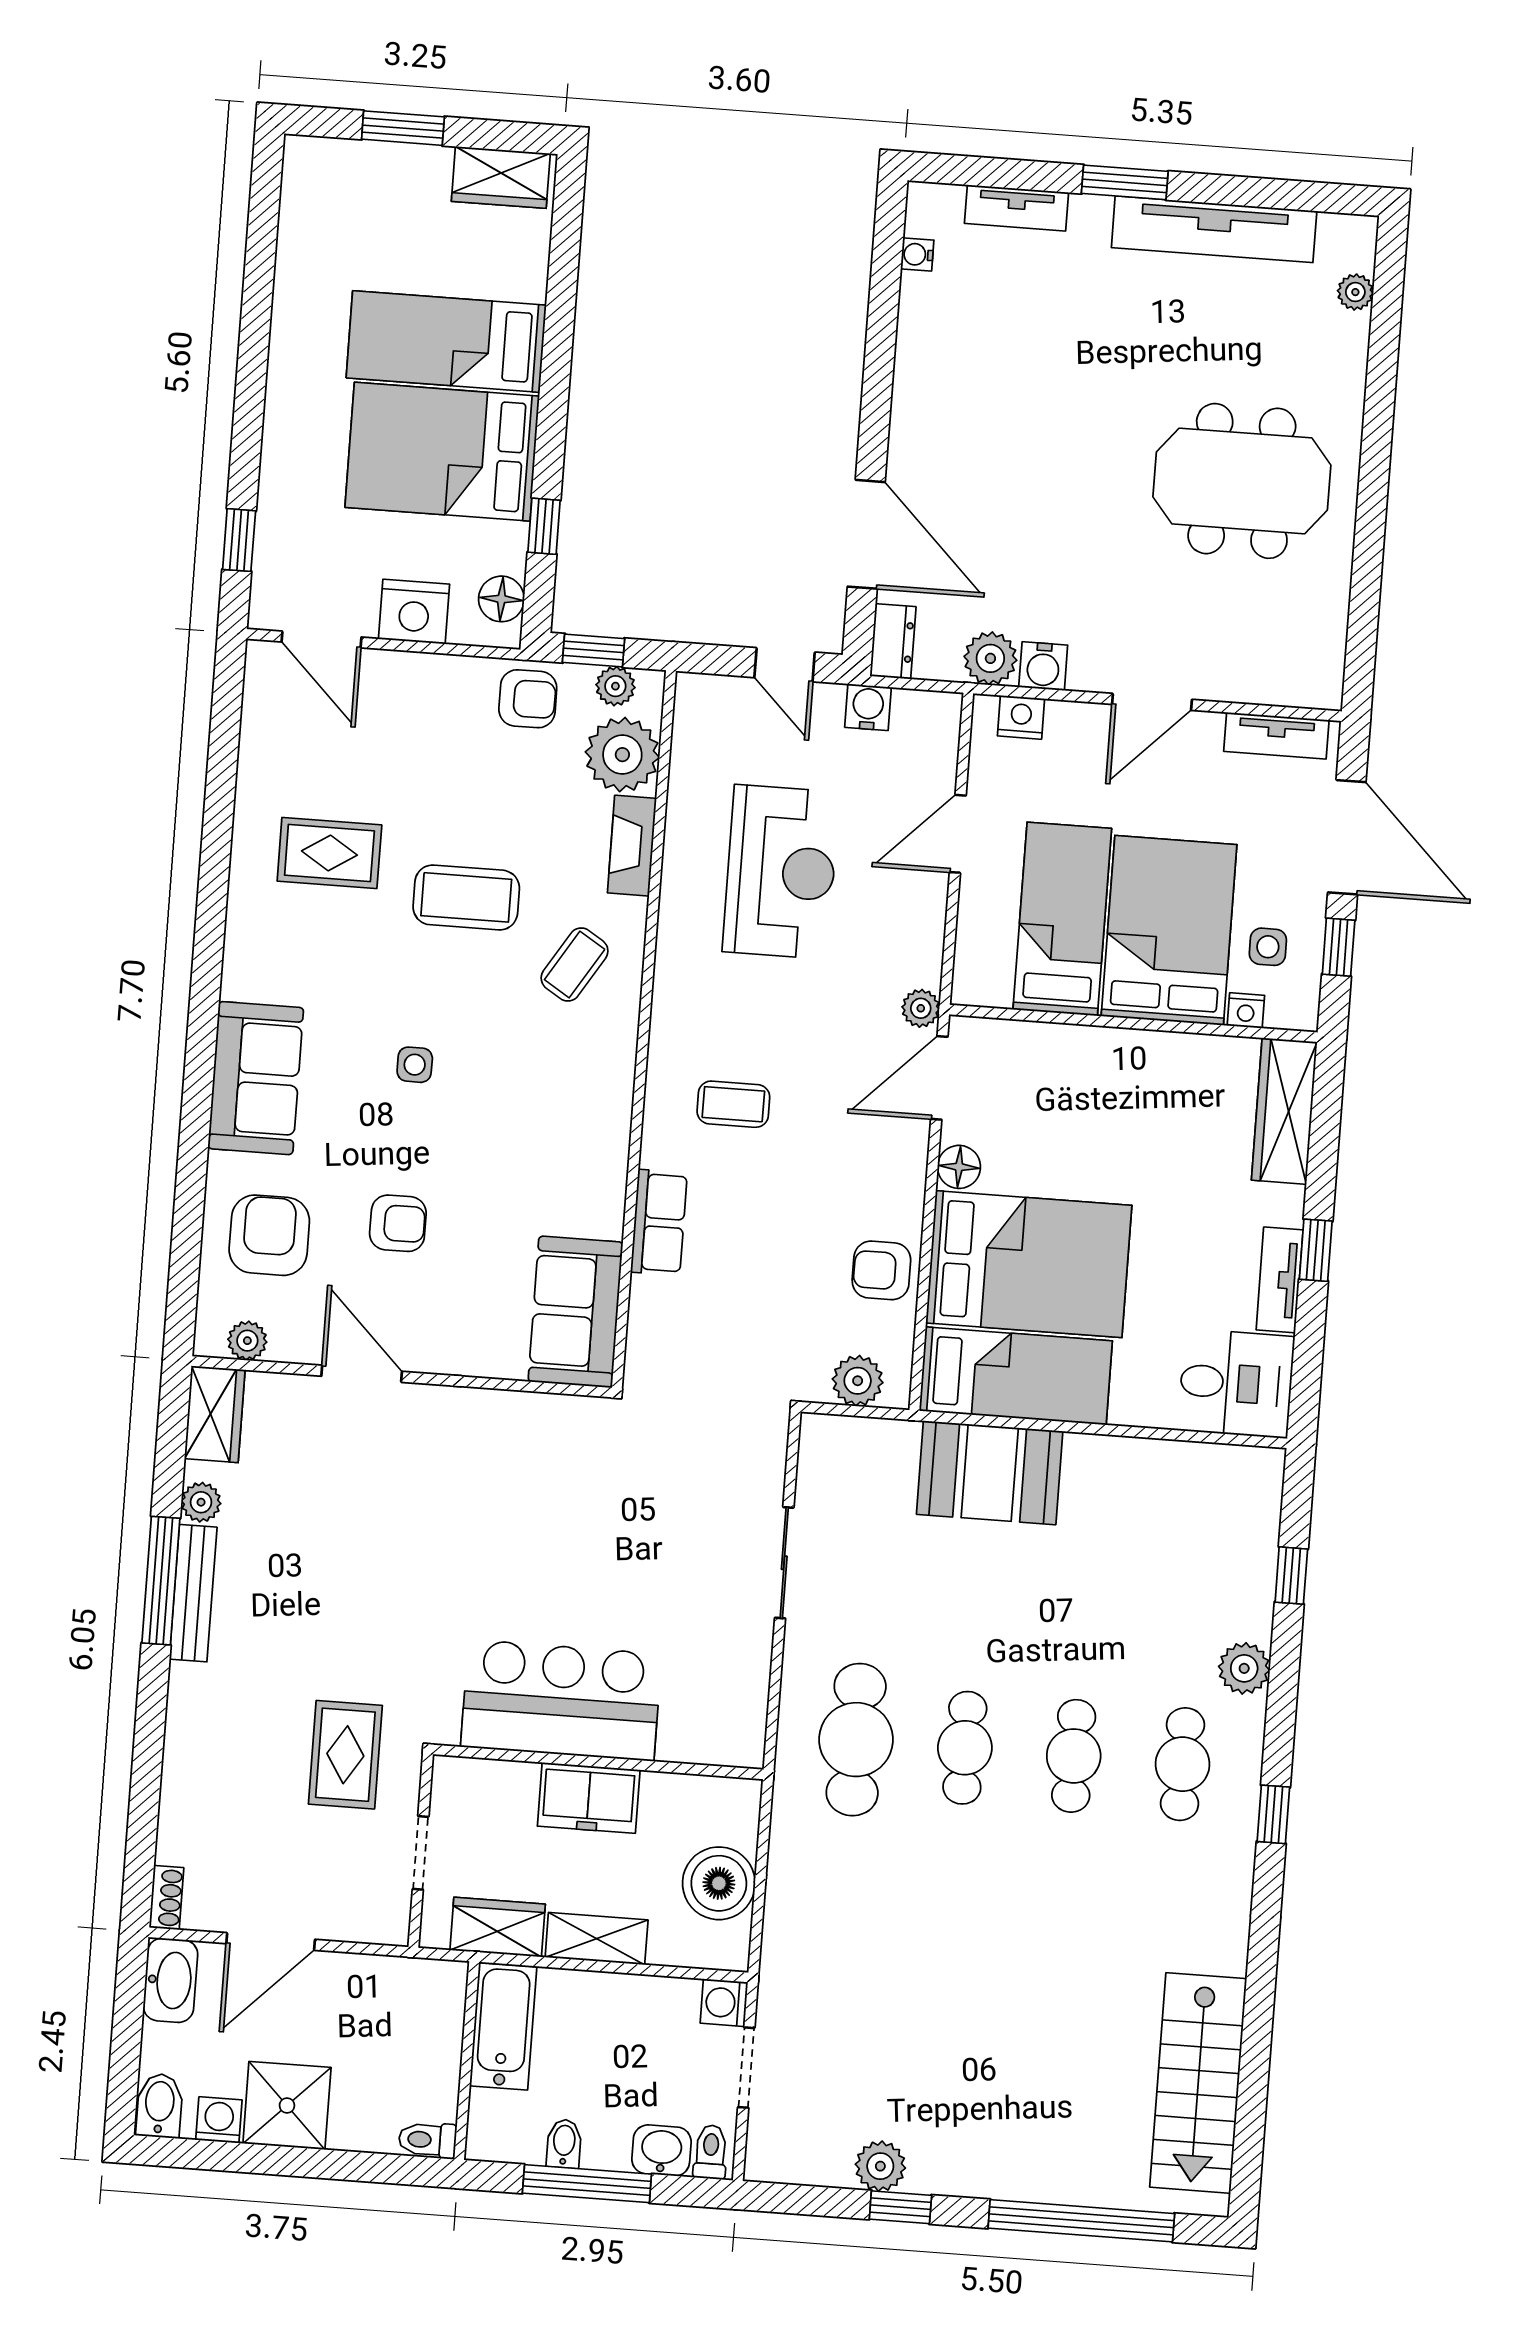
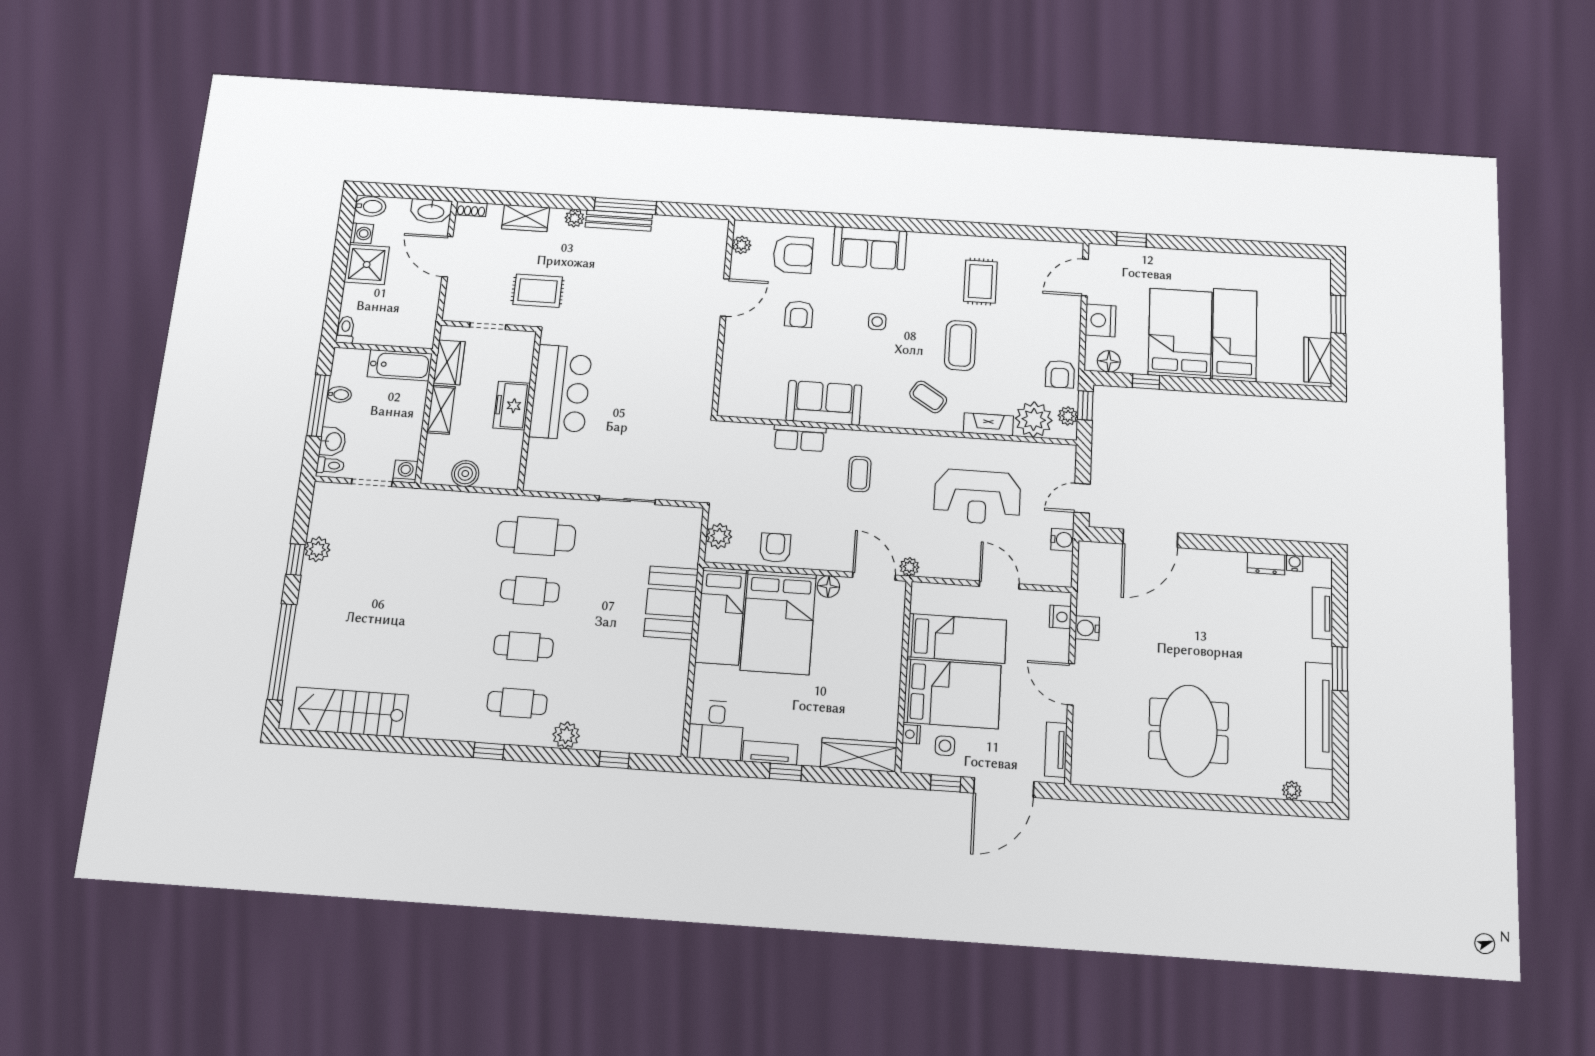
dresser: (893, 641) -> (1266, 564), moved
plant: (990, 658) -> (1090, 601), removed
sofa: (576, 1312) -> (824, 403), moved
wardrobe: (215, 1414) -> (526, 218), moved
plant: (201, 1502) -> (575, 218), moved
boiler: (719, 1883) -> (465, 474), width x0.73, depth x0.73

